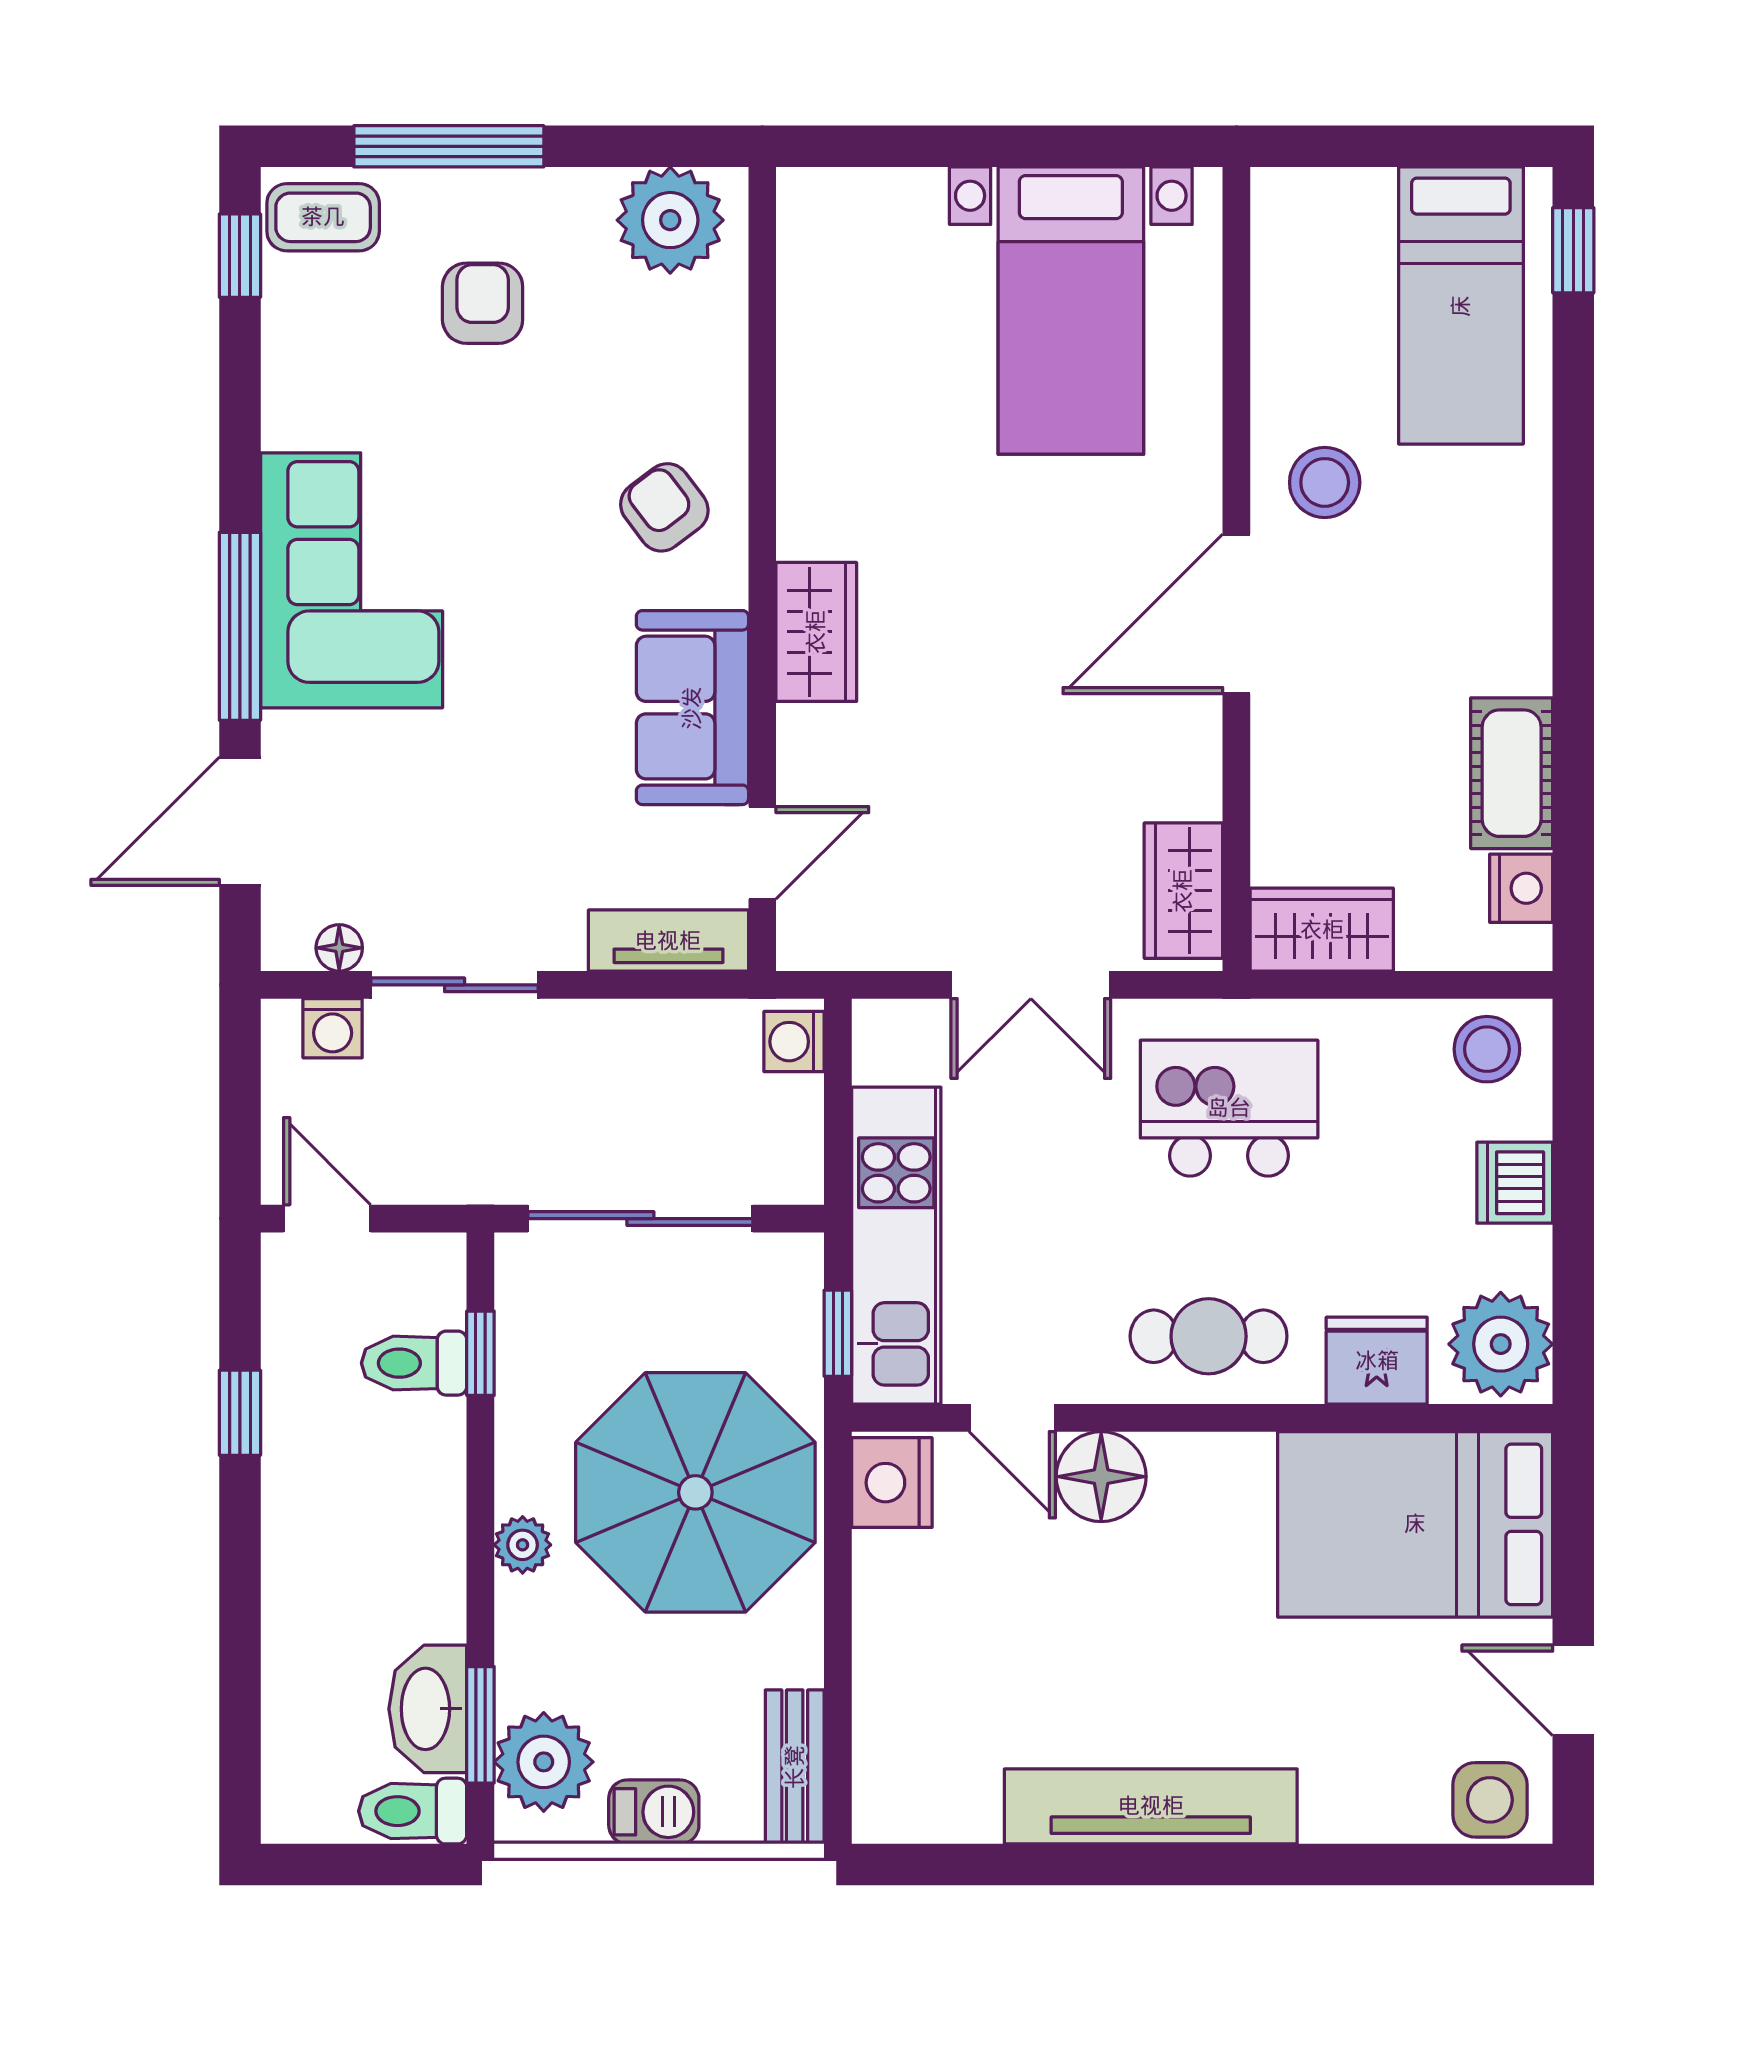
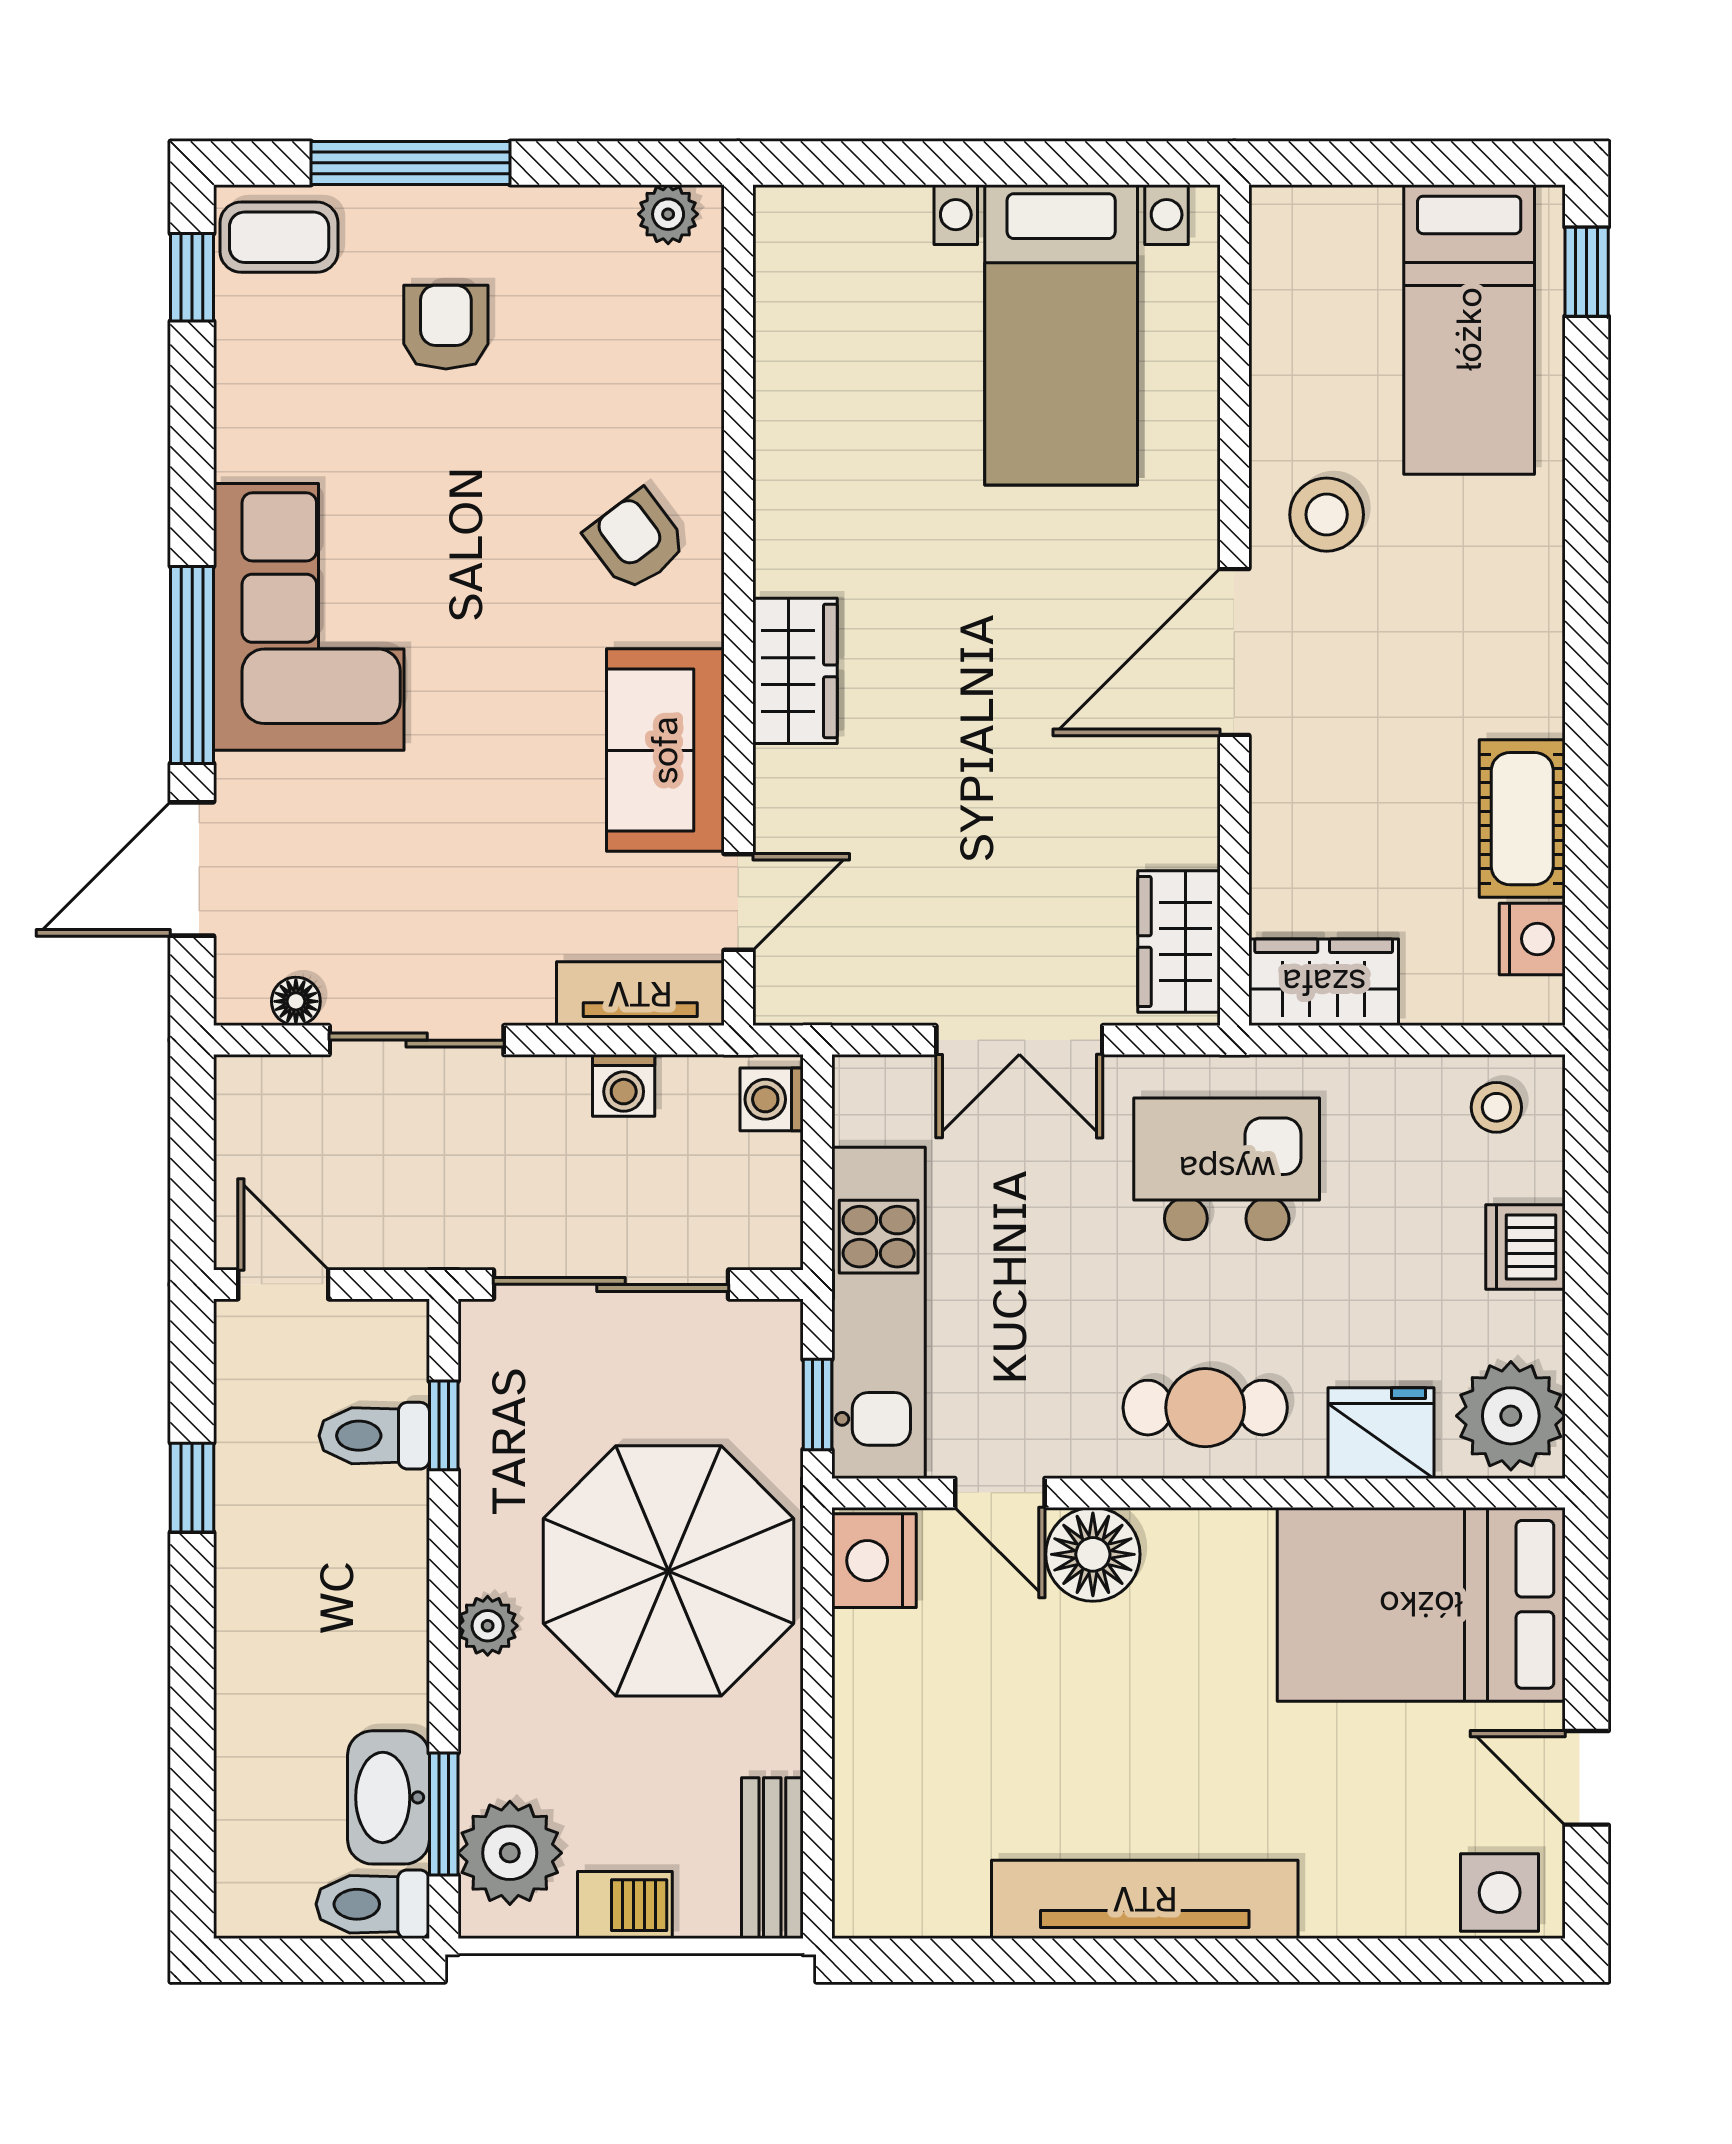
plant: (670, 220) -> (668, 214), width x0.53, depth x0.53
washing machine: (333, 1028) -> (624, 1085), moved
stool: (1487, 1049) -> (1496, 1107), width x0.73, depth x0.73

